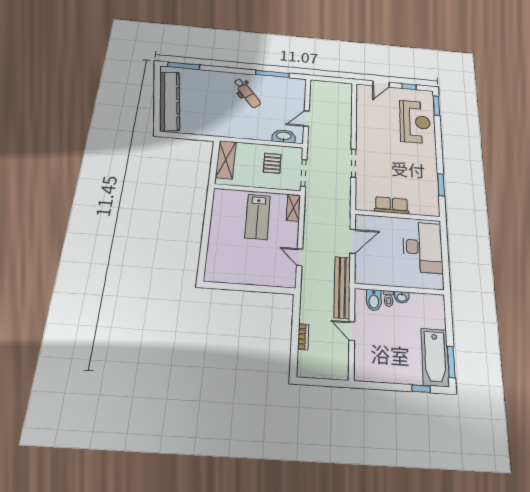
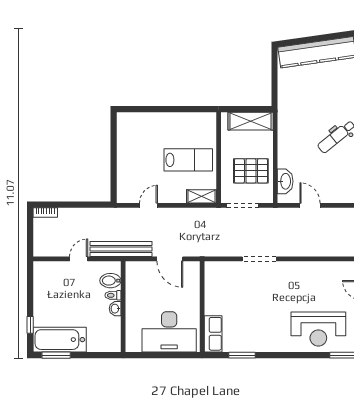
pallet: (272, 163) -> (251, 171), width x1.50, depth x1.42
row of seats: (392, 205) -> (213, 334), moved
lab bench: (258, 217) -> (188, 160), turned 180
bookcase: (303, 337) -> (45, 212), moved

